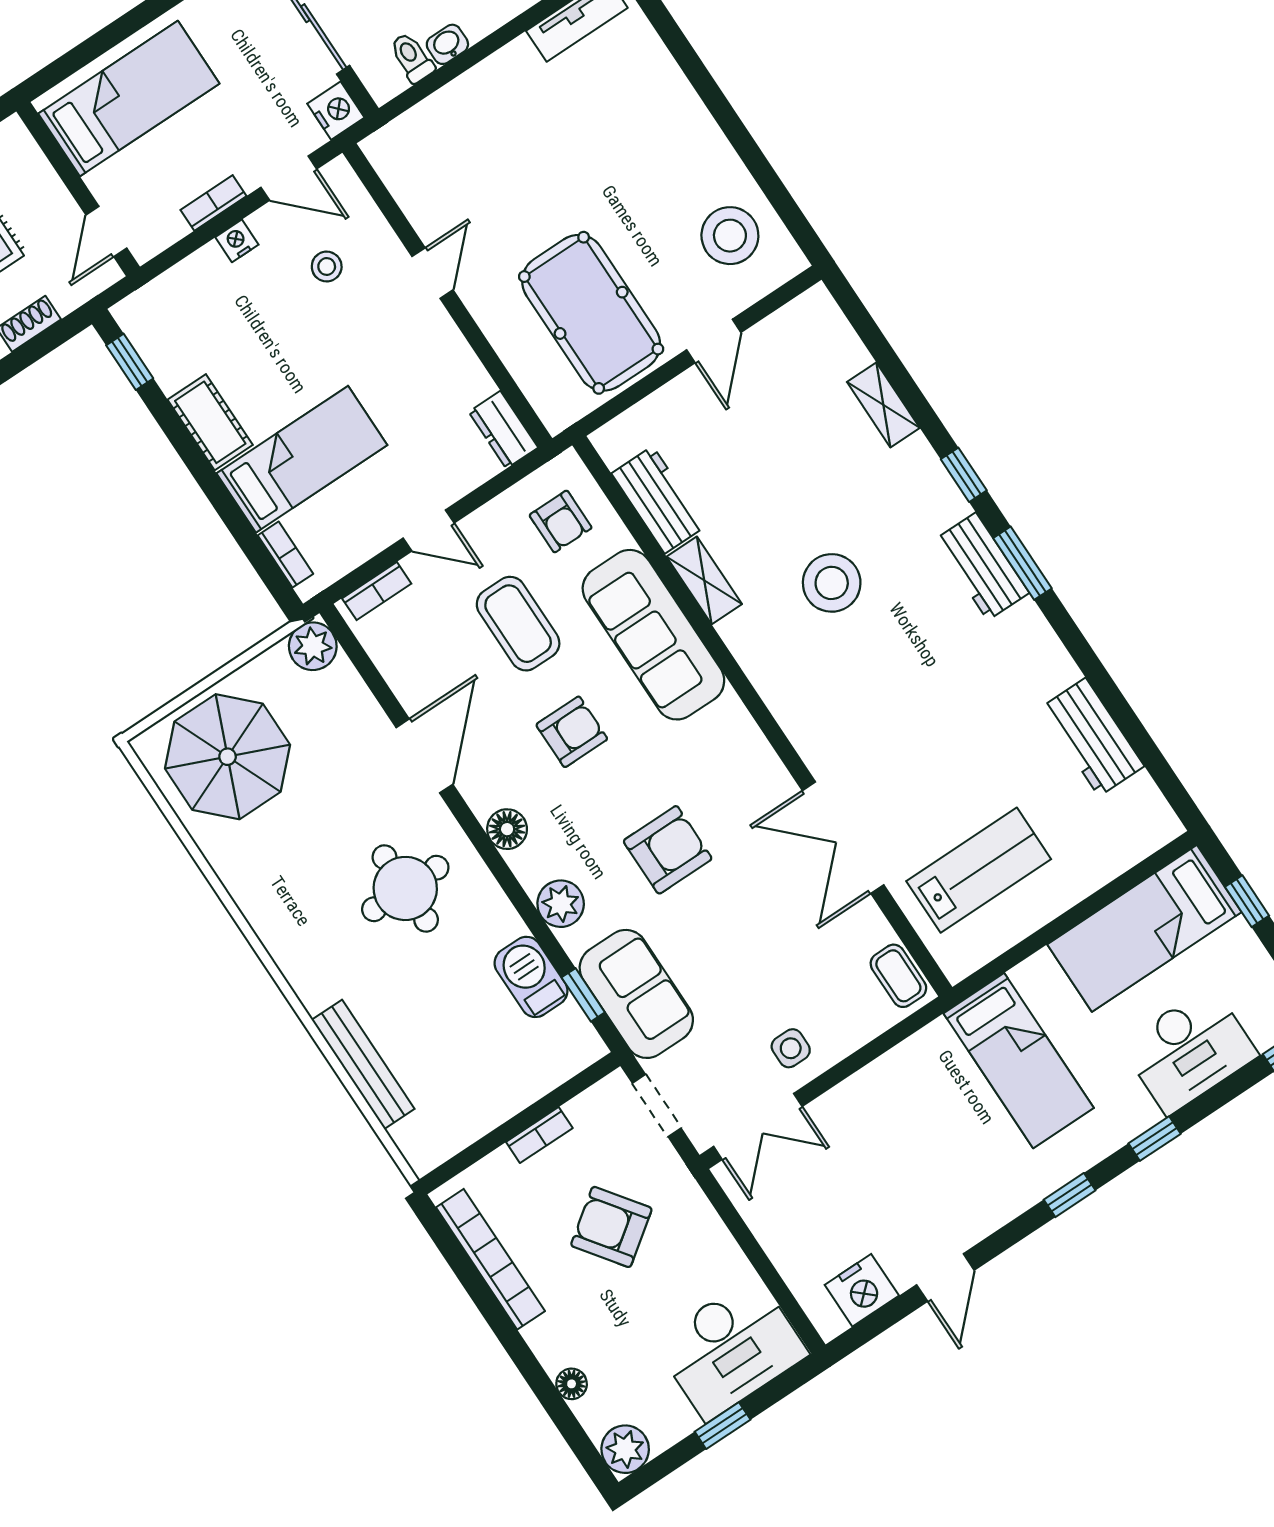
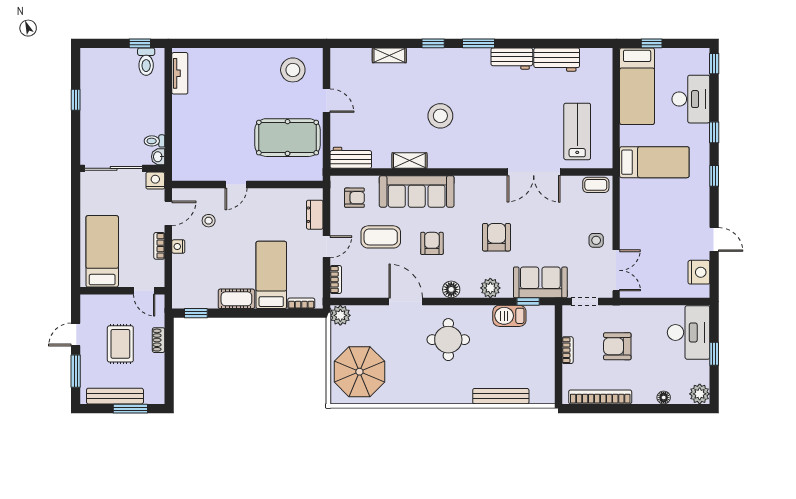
washbasin: (447, 44) -> (158, 157), moved
door: (433, 273) -> (236, 185), swing flipped
dresser: (503, 430) -> (315, 215), moved, turned 90
workbench: (659, 500) -> (351, 158), moved
workbench: (982, 566) -> (512, 59), moved
armchair: (611, 1227) -> (617, 346), turned 36

